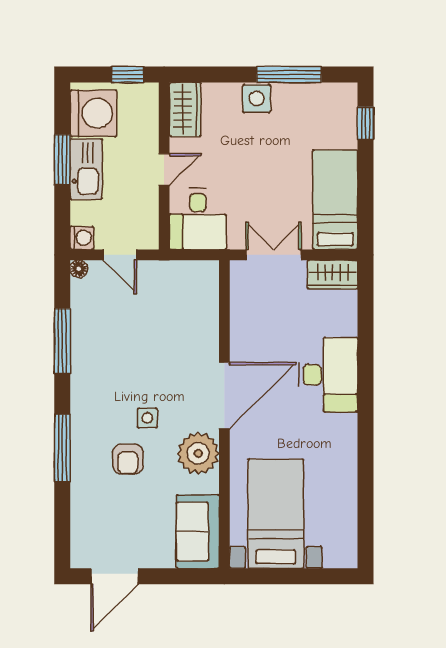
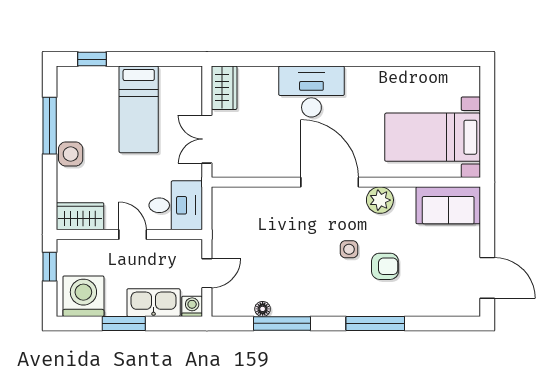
kitchen sink: (86, 169) -> (154, 303), moved
bed: (335, 200) -> (139, 109), moved, turned -90
floor lamp: (79, 269) -> (263, 309), moved
plant: (198, 453) -> (380, 200), width x0.73, depth x0.73

